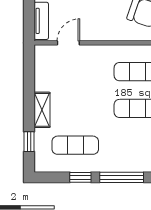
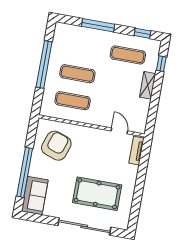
door: (68, 43) -> (119, 131), swing flipped
window: (80, 177) -> (142, 33), moved

